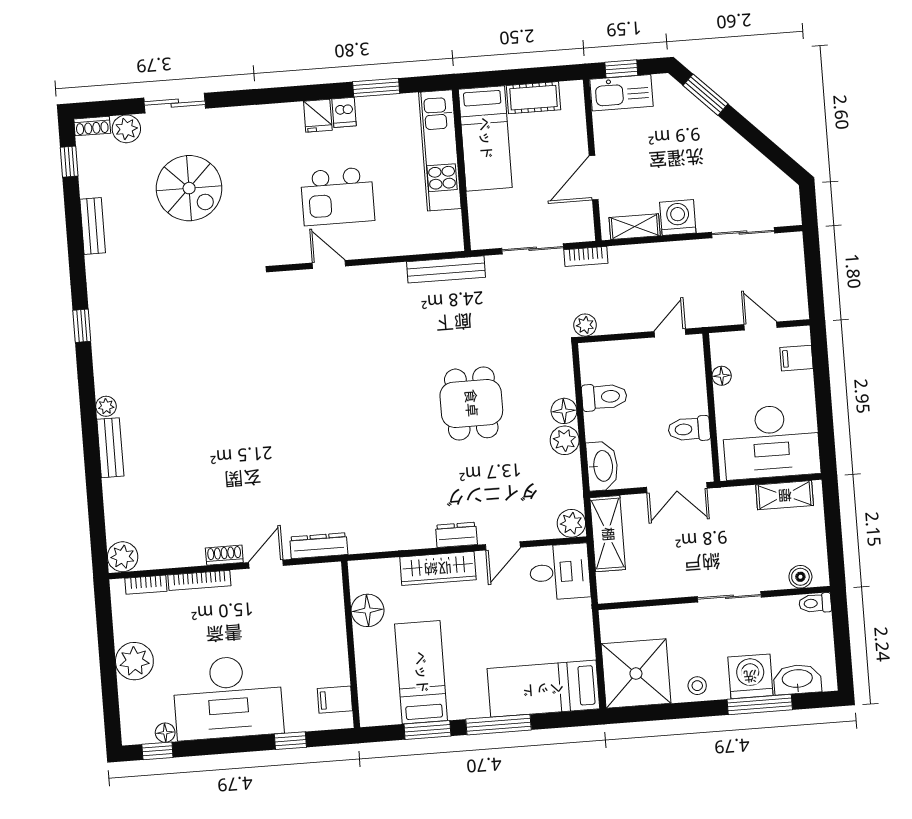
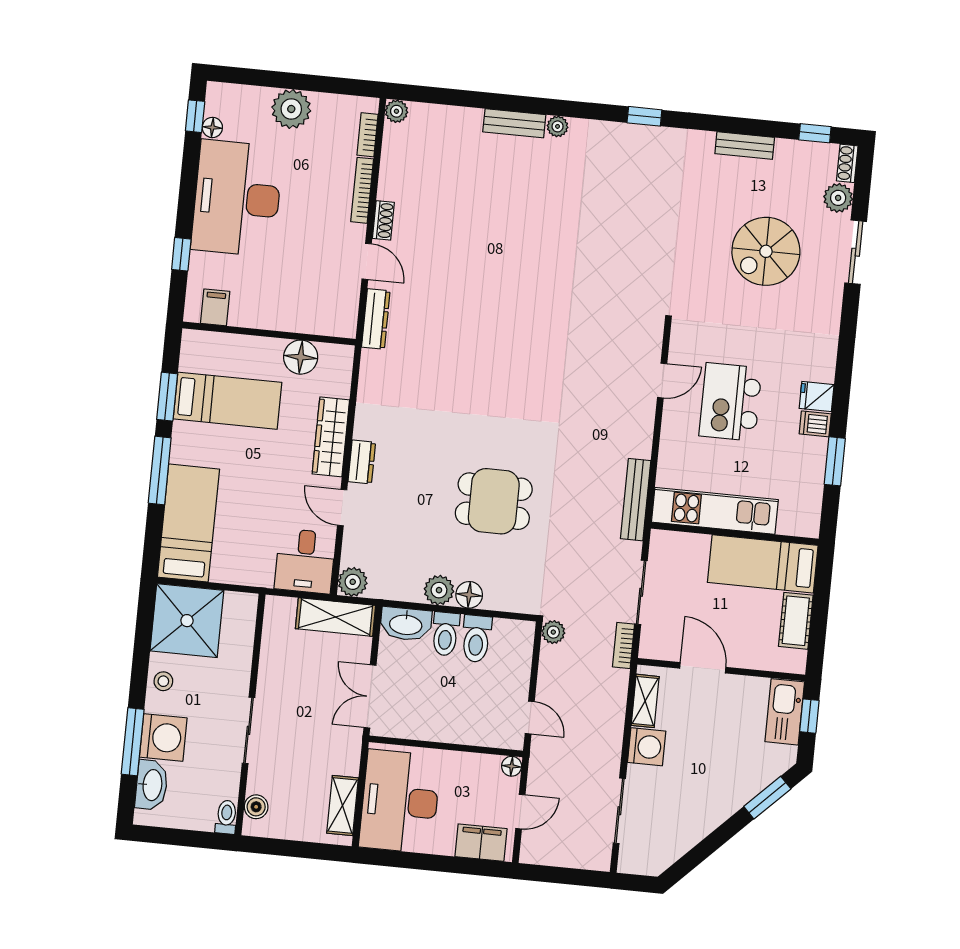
kitchen unit: (440, 150) -> (715, 511), moved
filing cabinet: (796, 358) -> (481, 843), width x2.00
floor lamp: (722, 376) -> (512, 766), moved
toilet: (689, 429) -> (445, 634), moved, turned 180
plant: (123, 557) -> (396, 111), width x0.73, depth x0.73

